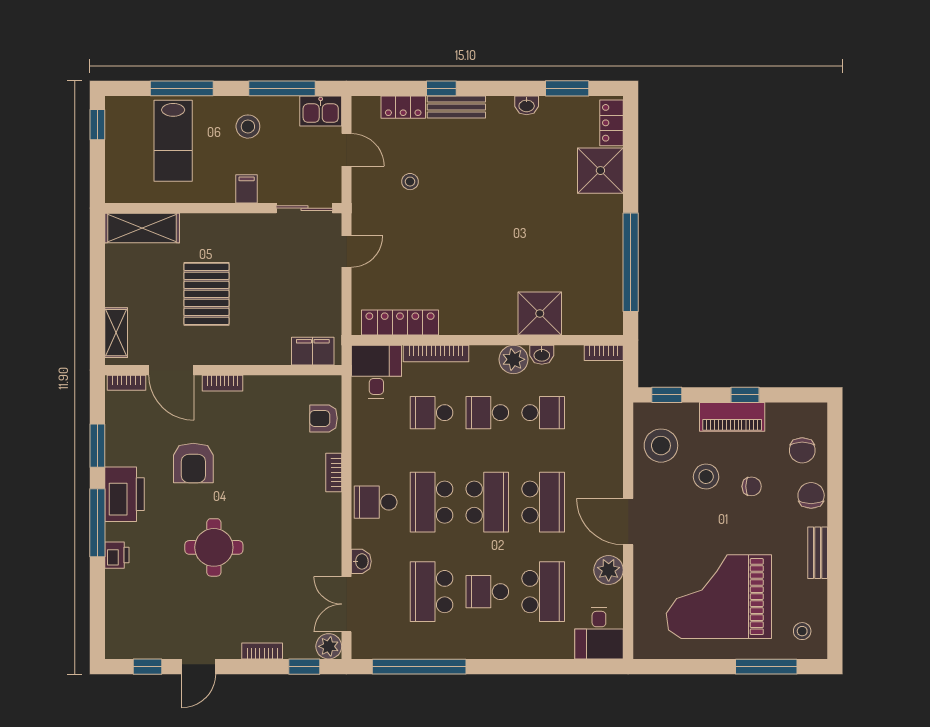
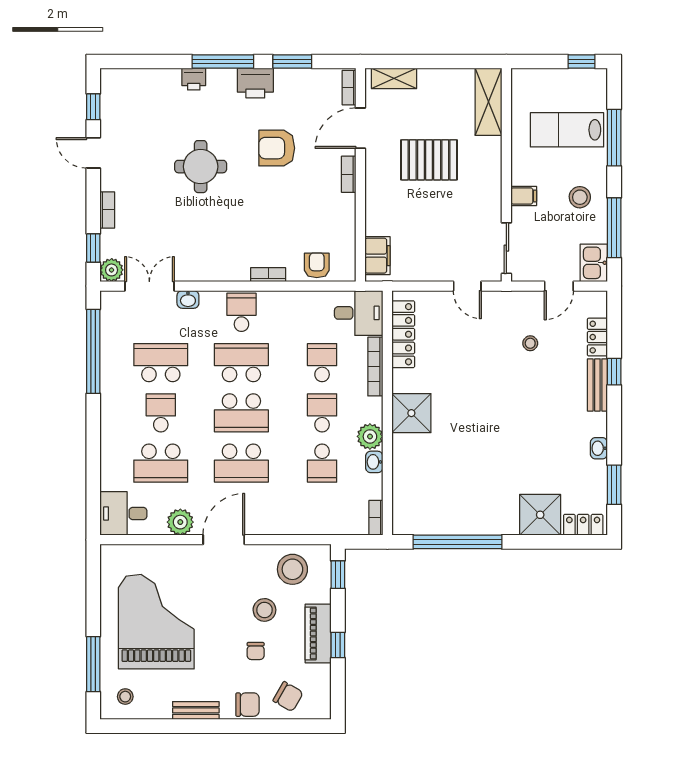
shower: (540, 313) -> (411, 413), moved
chair: (802, 450) -> (288, 697), turned -150
printer: (124, 494) -> (255, 83), width x0.73, depth x0.84

